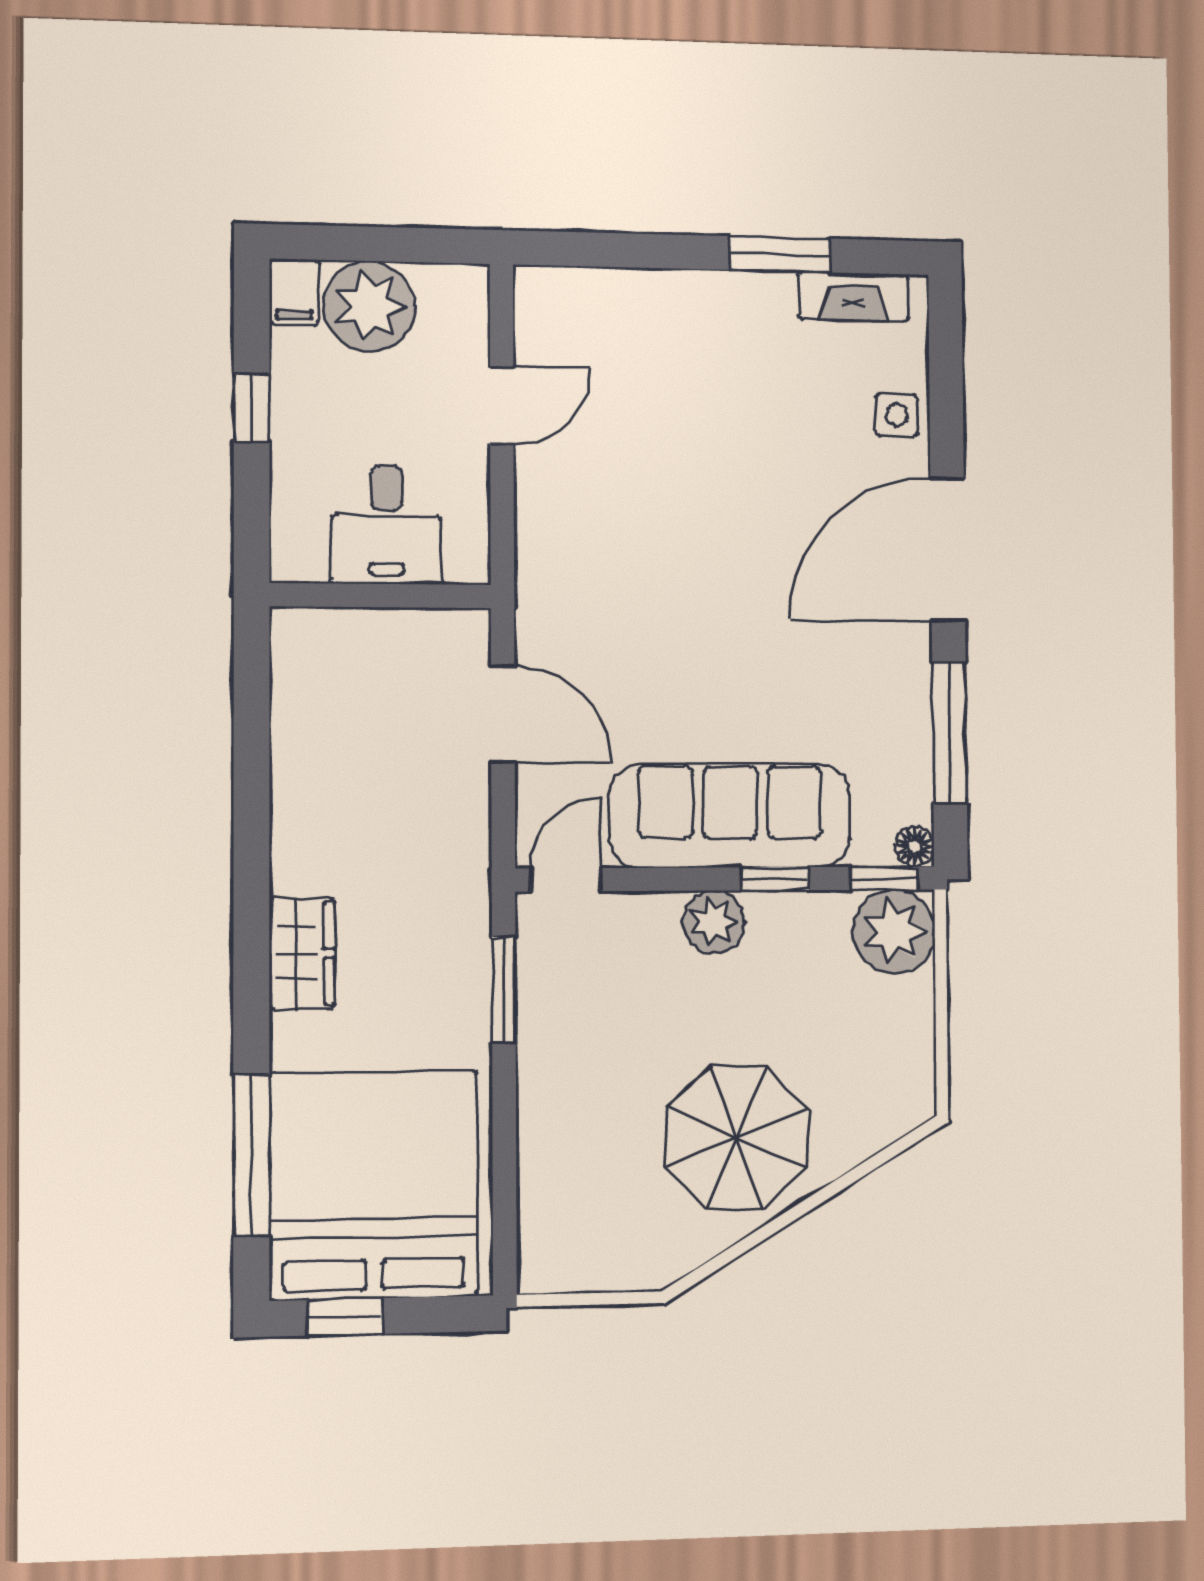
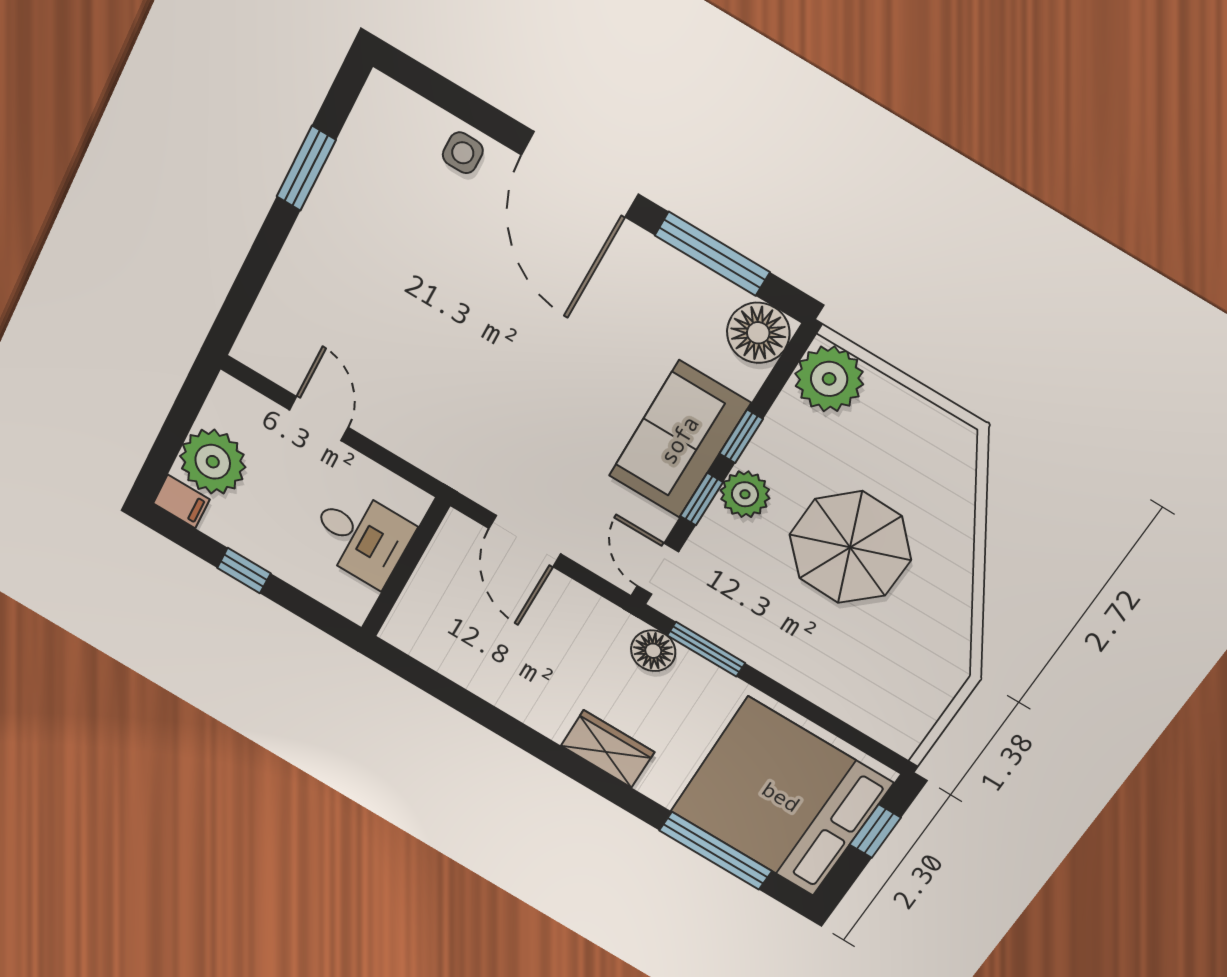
fireplace: (853, 297) -> (362, 133), removed
door: (503, 714) -> (525, 541), swing flipped
sofa: (730, 816) -> (679, 440), width x0.73
floor lamp: (915, 847) -> (758, 333), width x1.89, depth x1.89
window: (884, 878) -> (702, 499), moved
floor lamp: (463, 933) -> (653, 651), added
parasol: (737, 1137) -> (850, 547), moved
window: (345, 1317) -> (875, 831), moved

